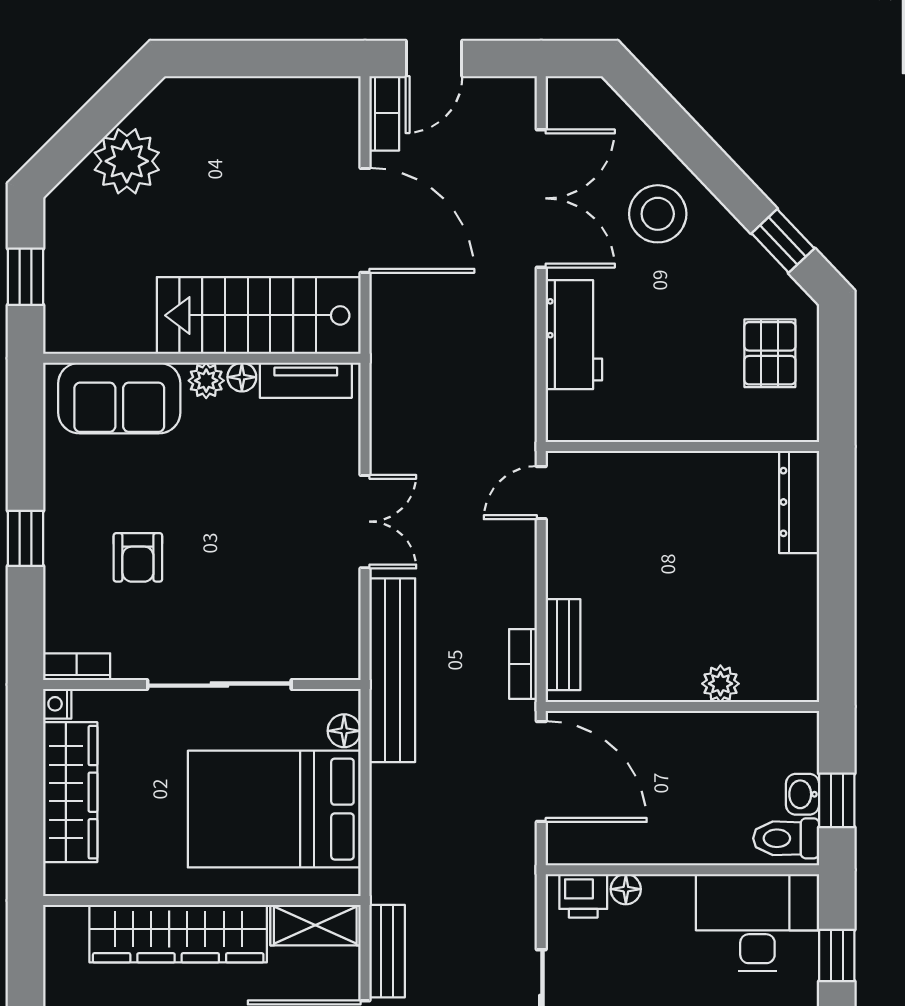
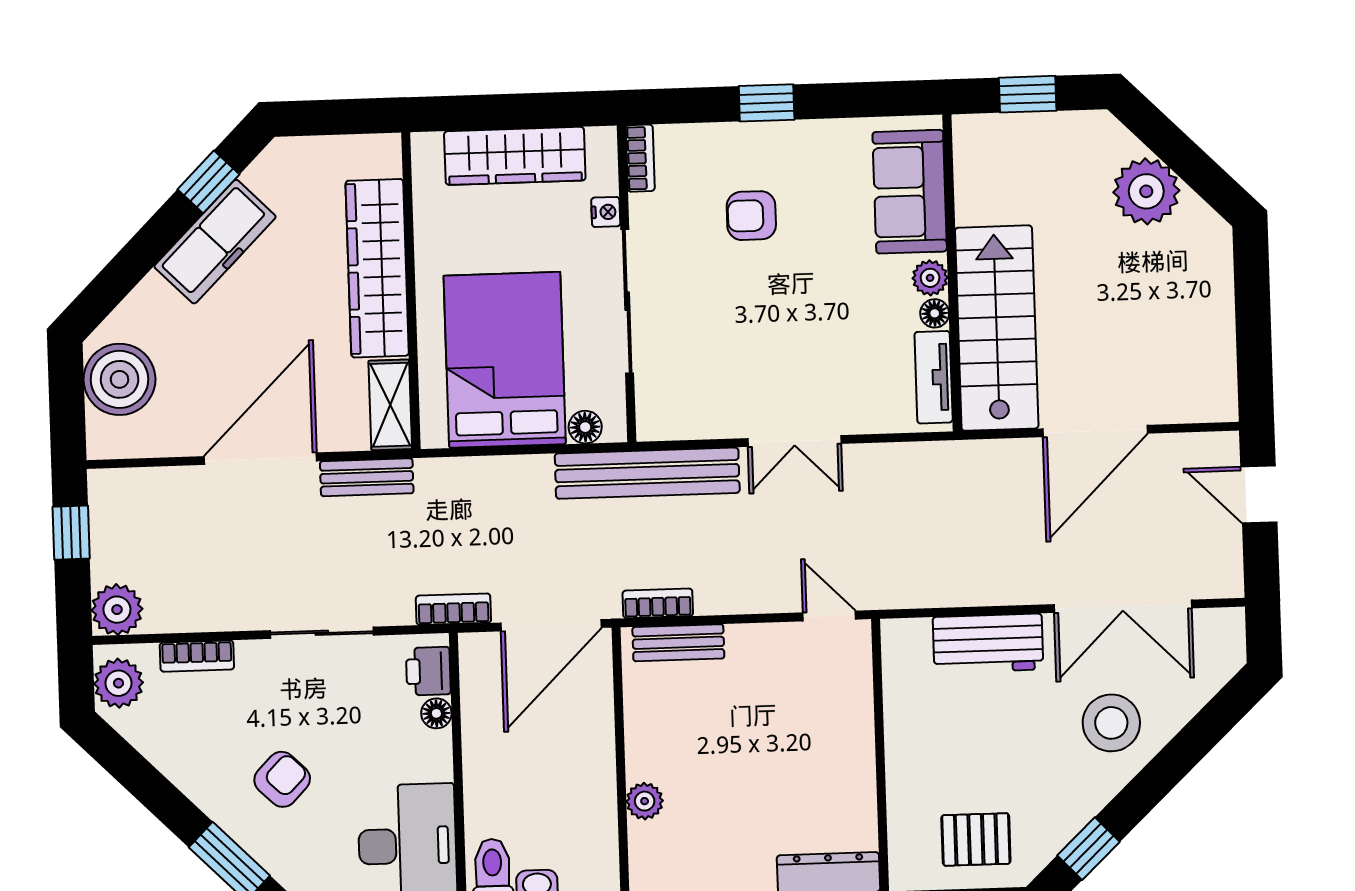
bookcase: (384, 113) -> (453, 609), moved, turned 180
nightstand: (57, 704) -> (606, 212), moved, turned 90

